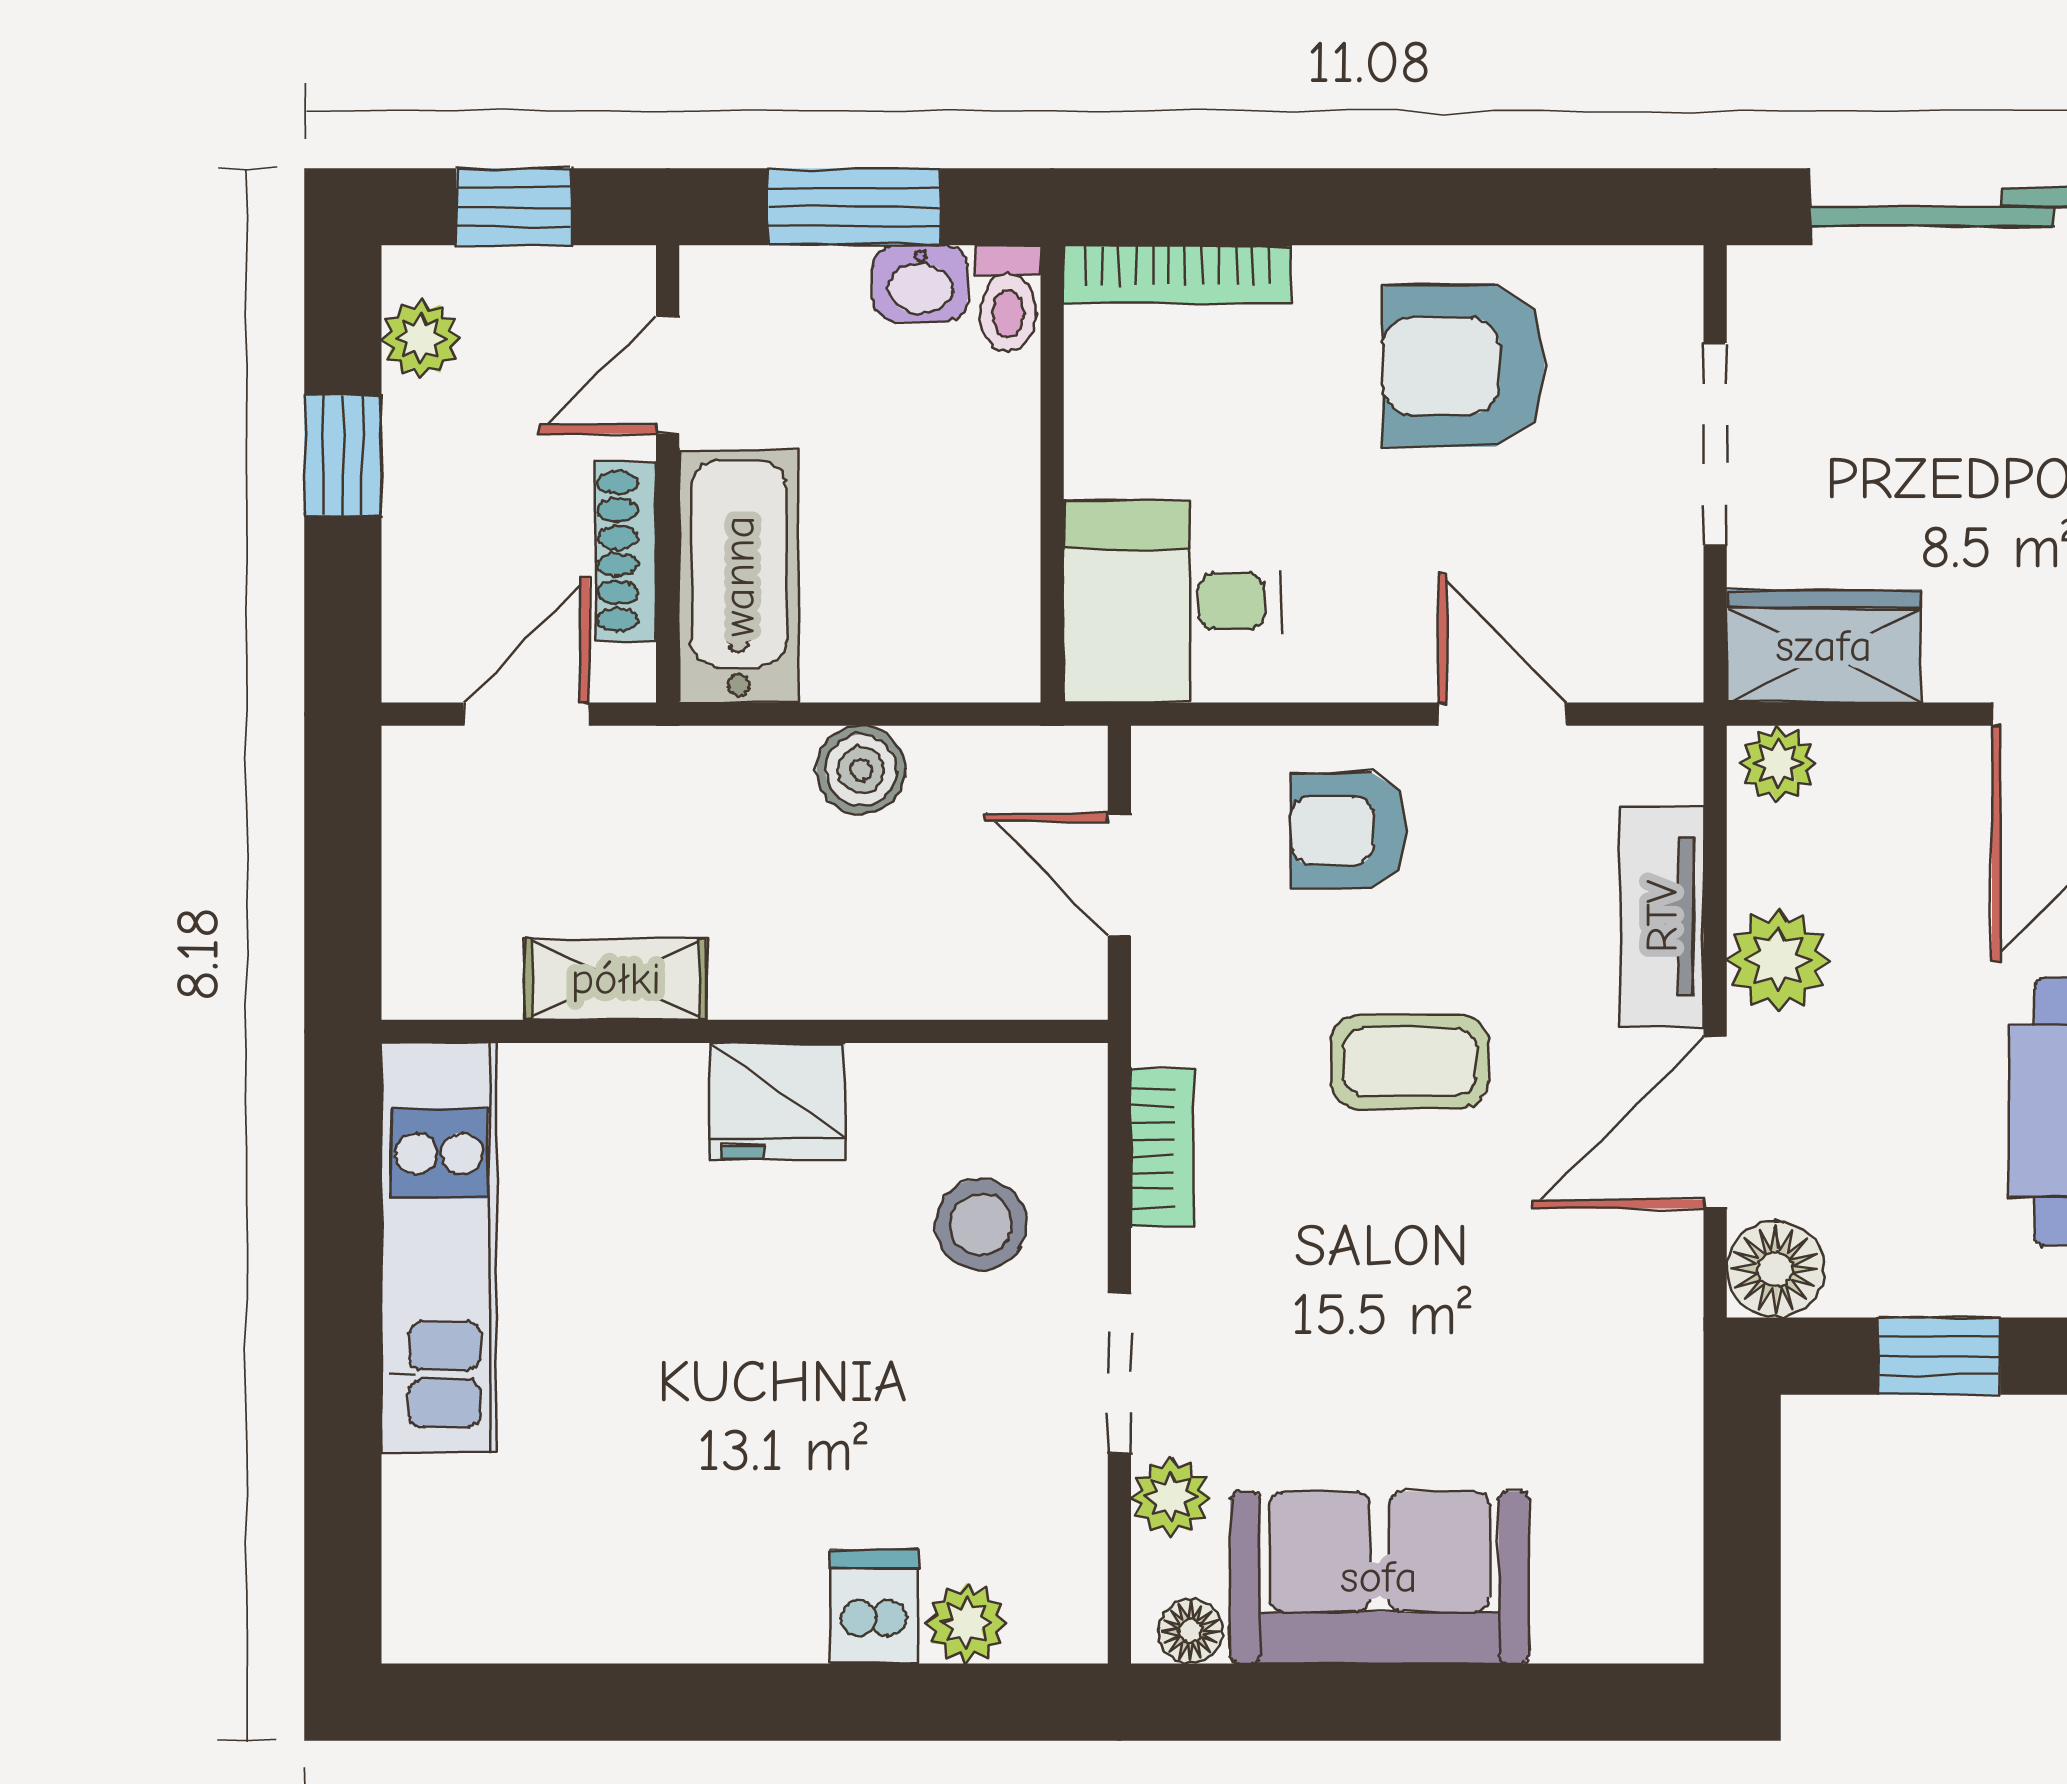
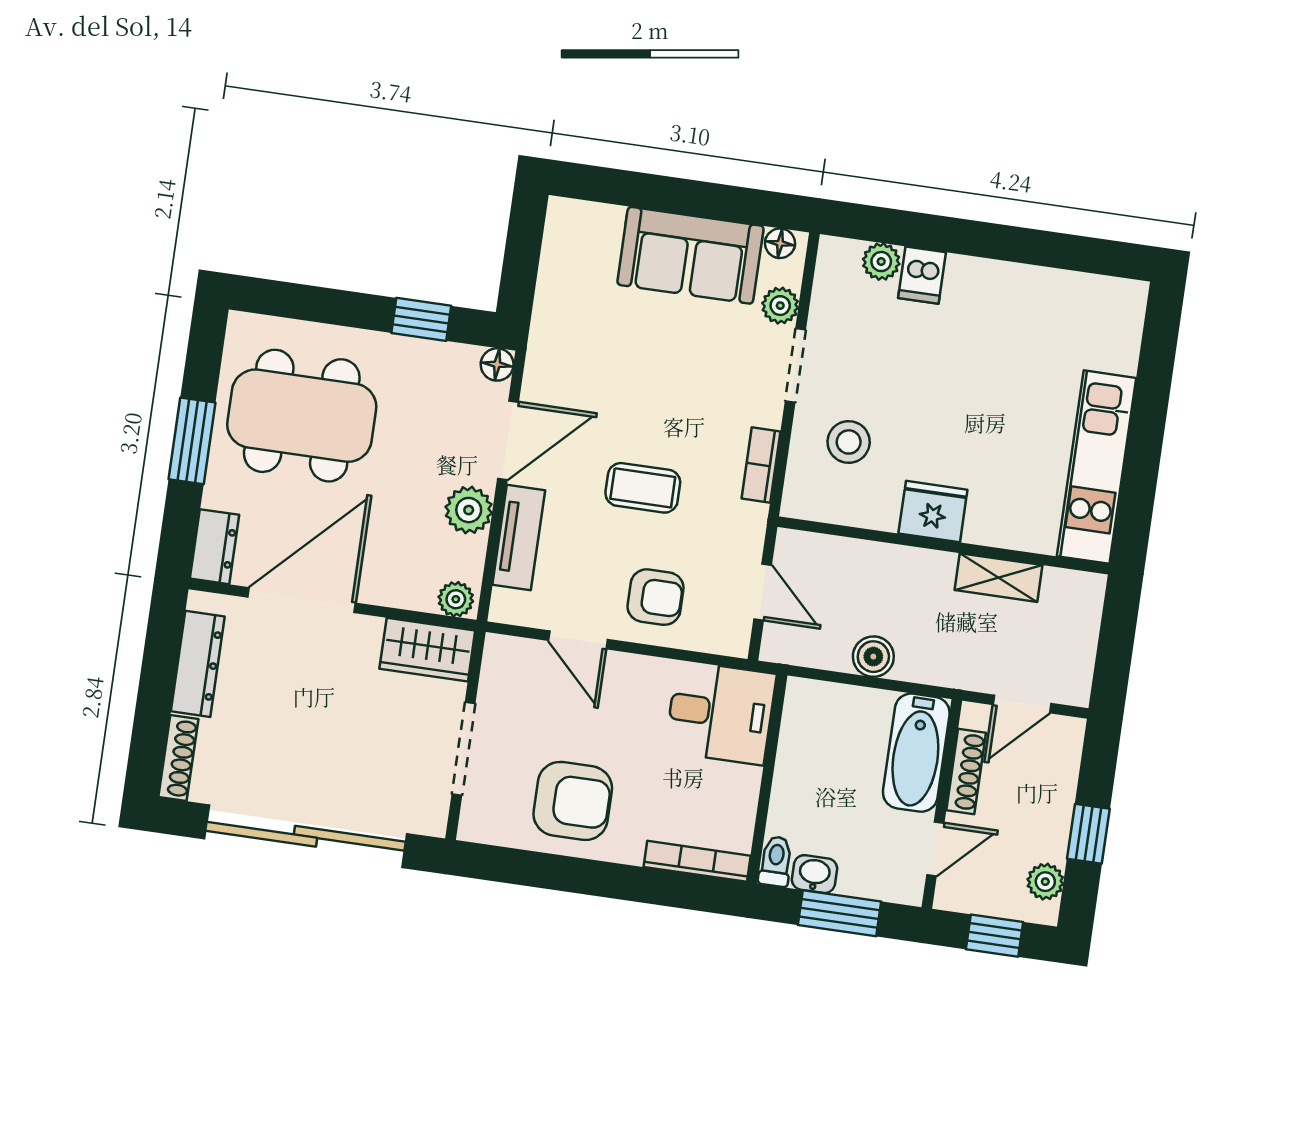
floor lamp: (1775, 1269) -> (497, 364), width x0.73, depth x0.73

